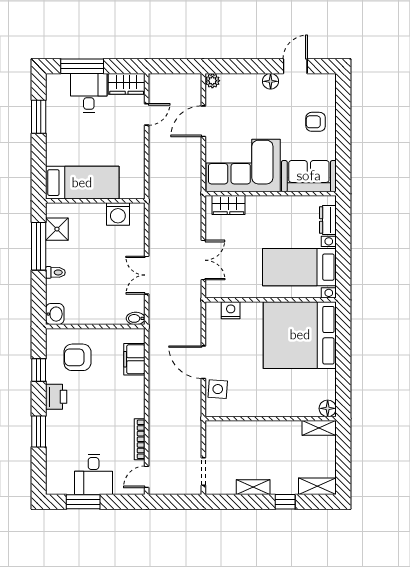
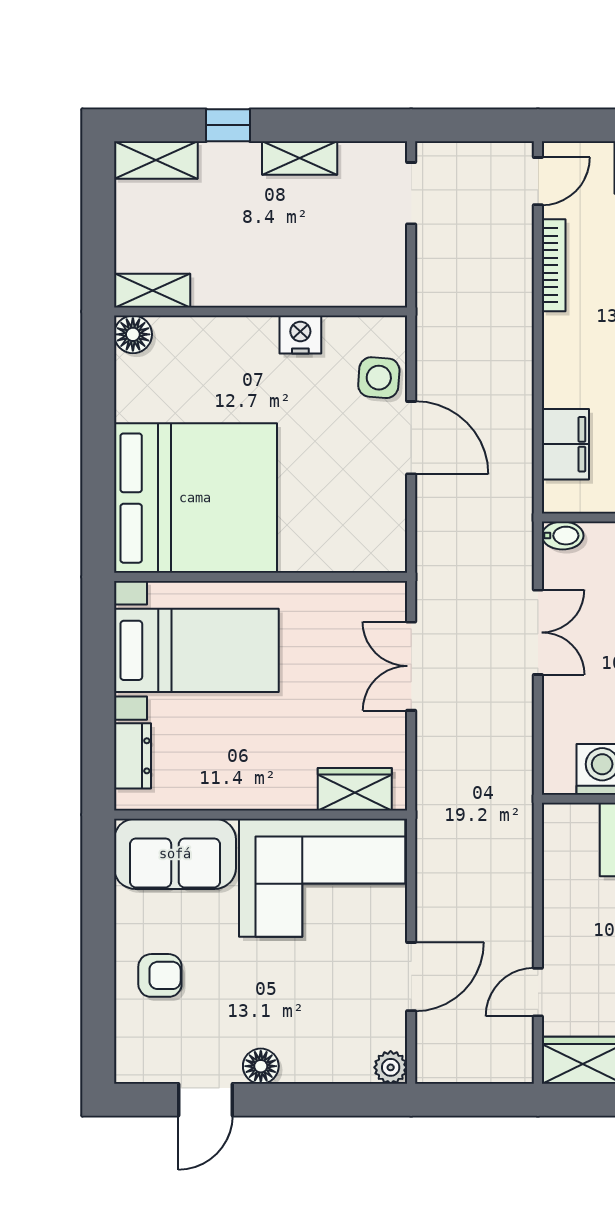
nightstand: (231, 310) -> (300, 335), moved, turned 180

